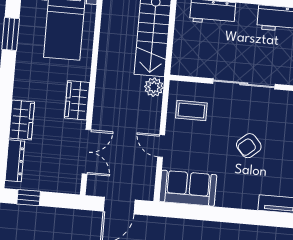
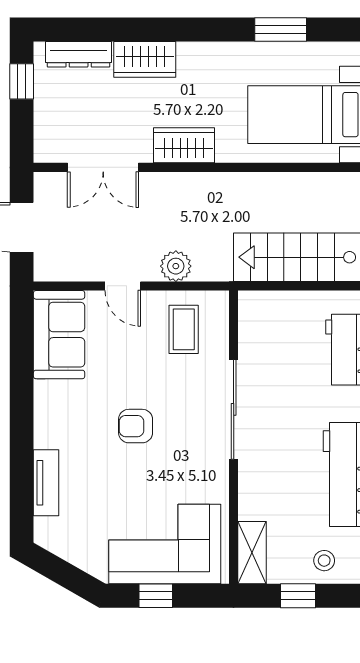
plant: (154, 87) -> (176, 266), moved
door: (161, 146) -> (123, 286), swing flipped
armchair: (249, 146) -> (136, 426), turned -49

